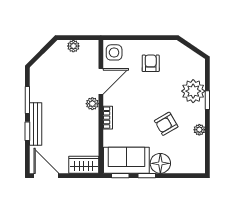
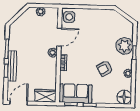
armchair: (151, 63) -> (95, 25), removed
floor lamp: (160, 163) -> (124, 97), moved
door: (46, 176) -> (19, 103), hinge flipped

